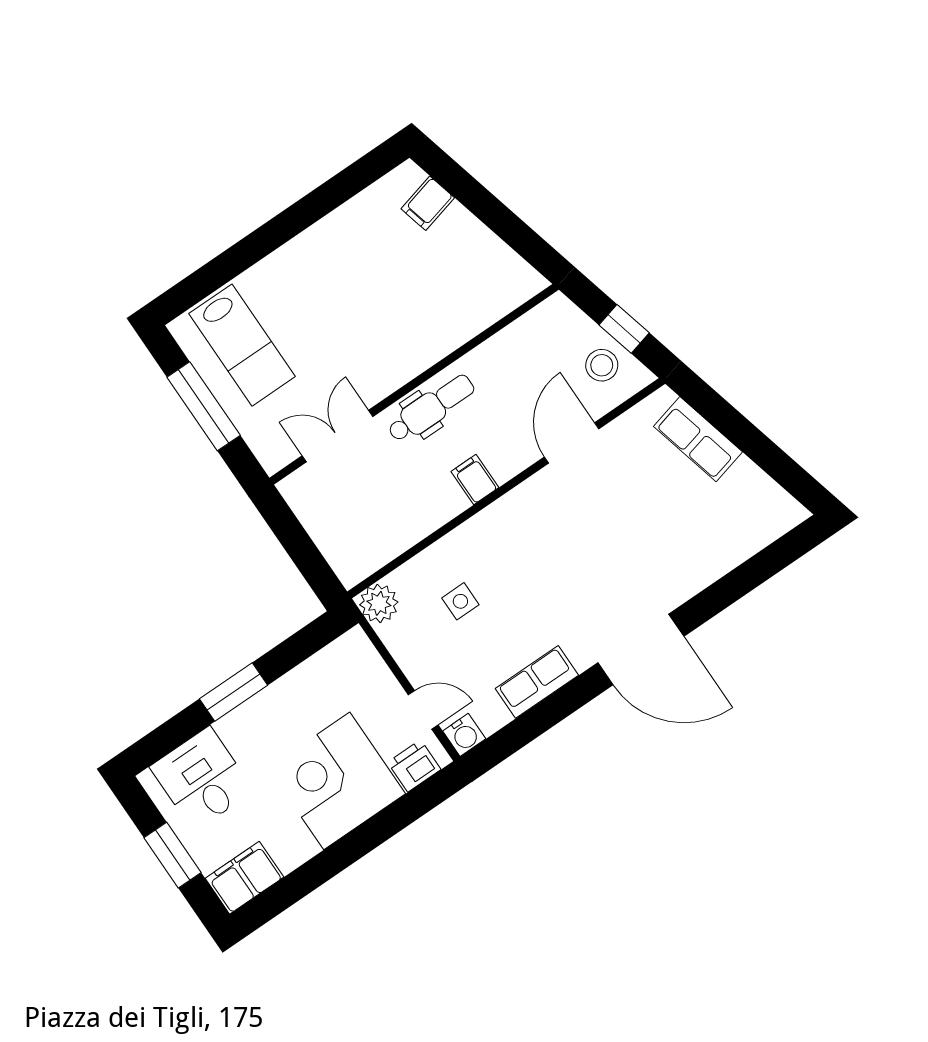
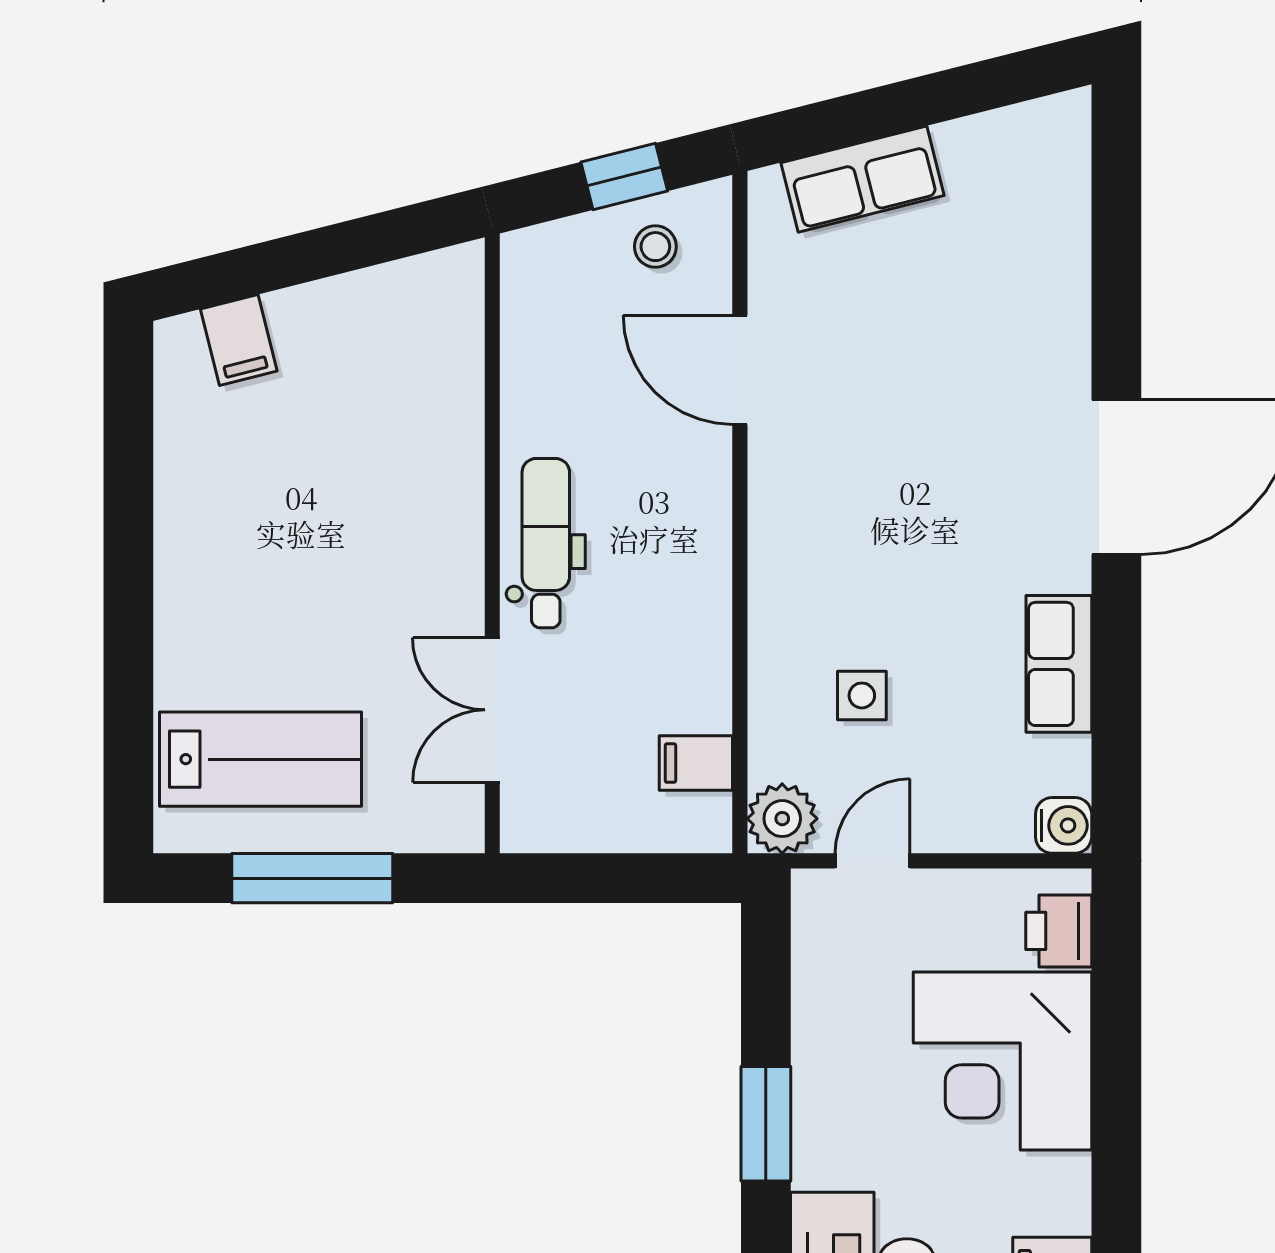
stool: (602, 365) -> (655, 247), width x0.73, depth x0.73
filing cabinet: (475, 479) -> (696, 763), moved
door: (423, 710) -> (873, 861), moved

